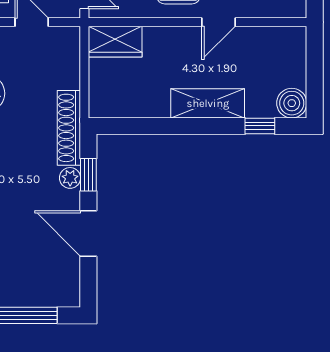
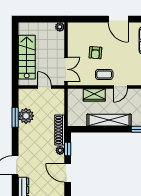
wardrobe: (115, 42) -> (94, 95), moved
shelving: (208, 103) -> (109, 120), width x1.47

